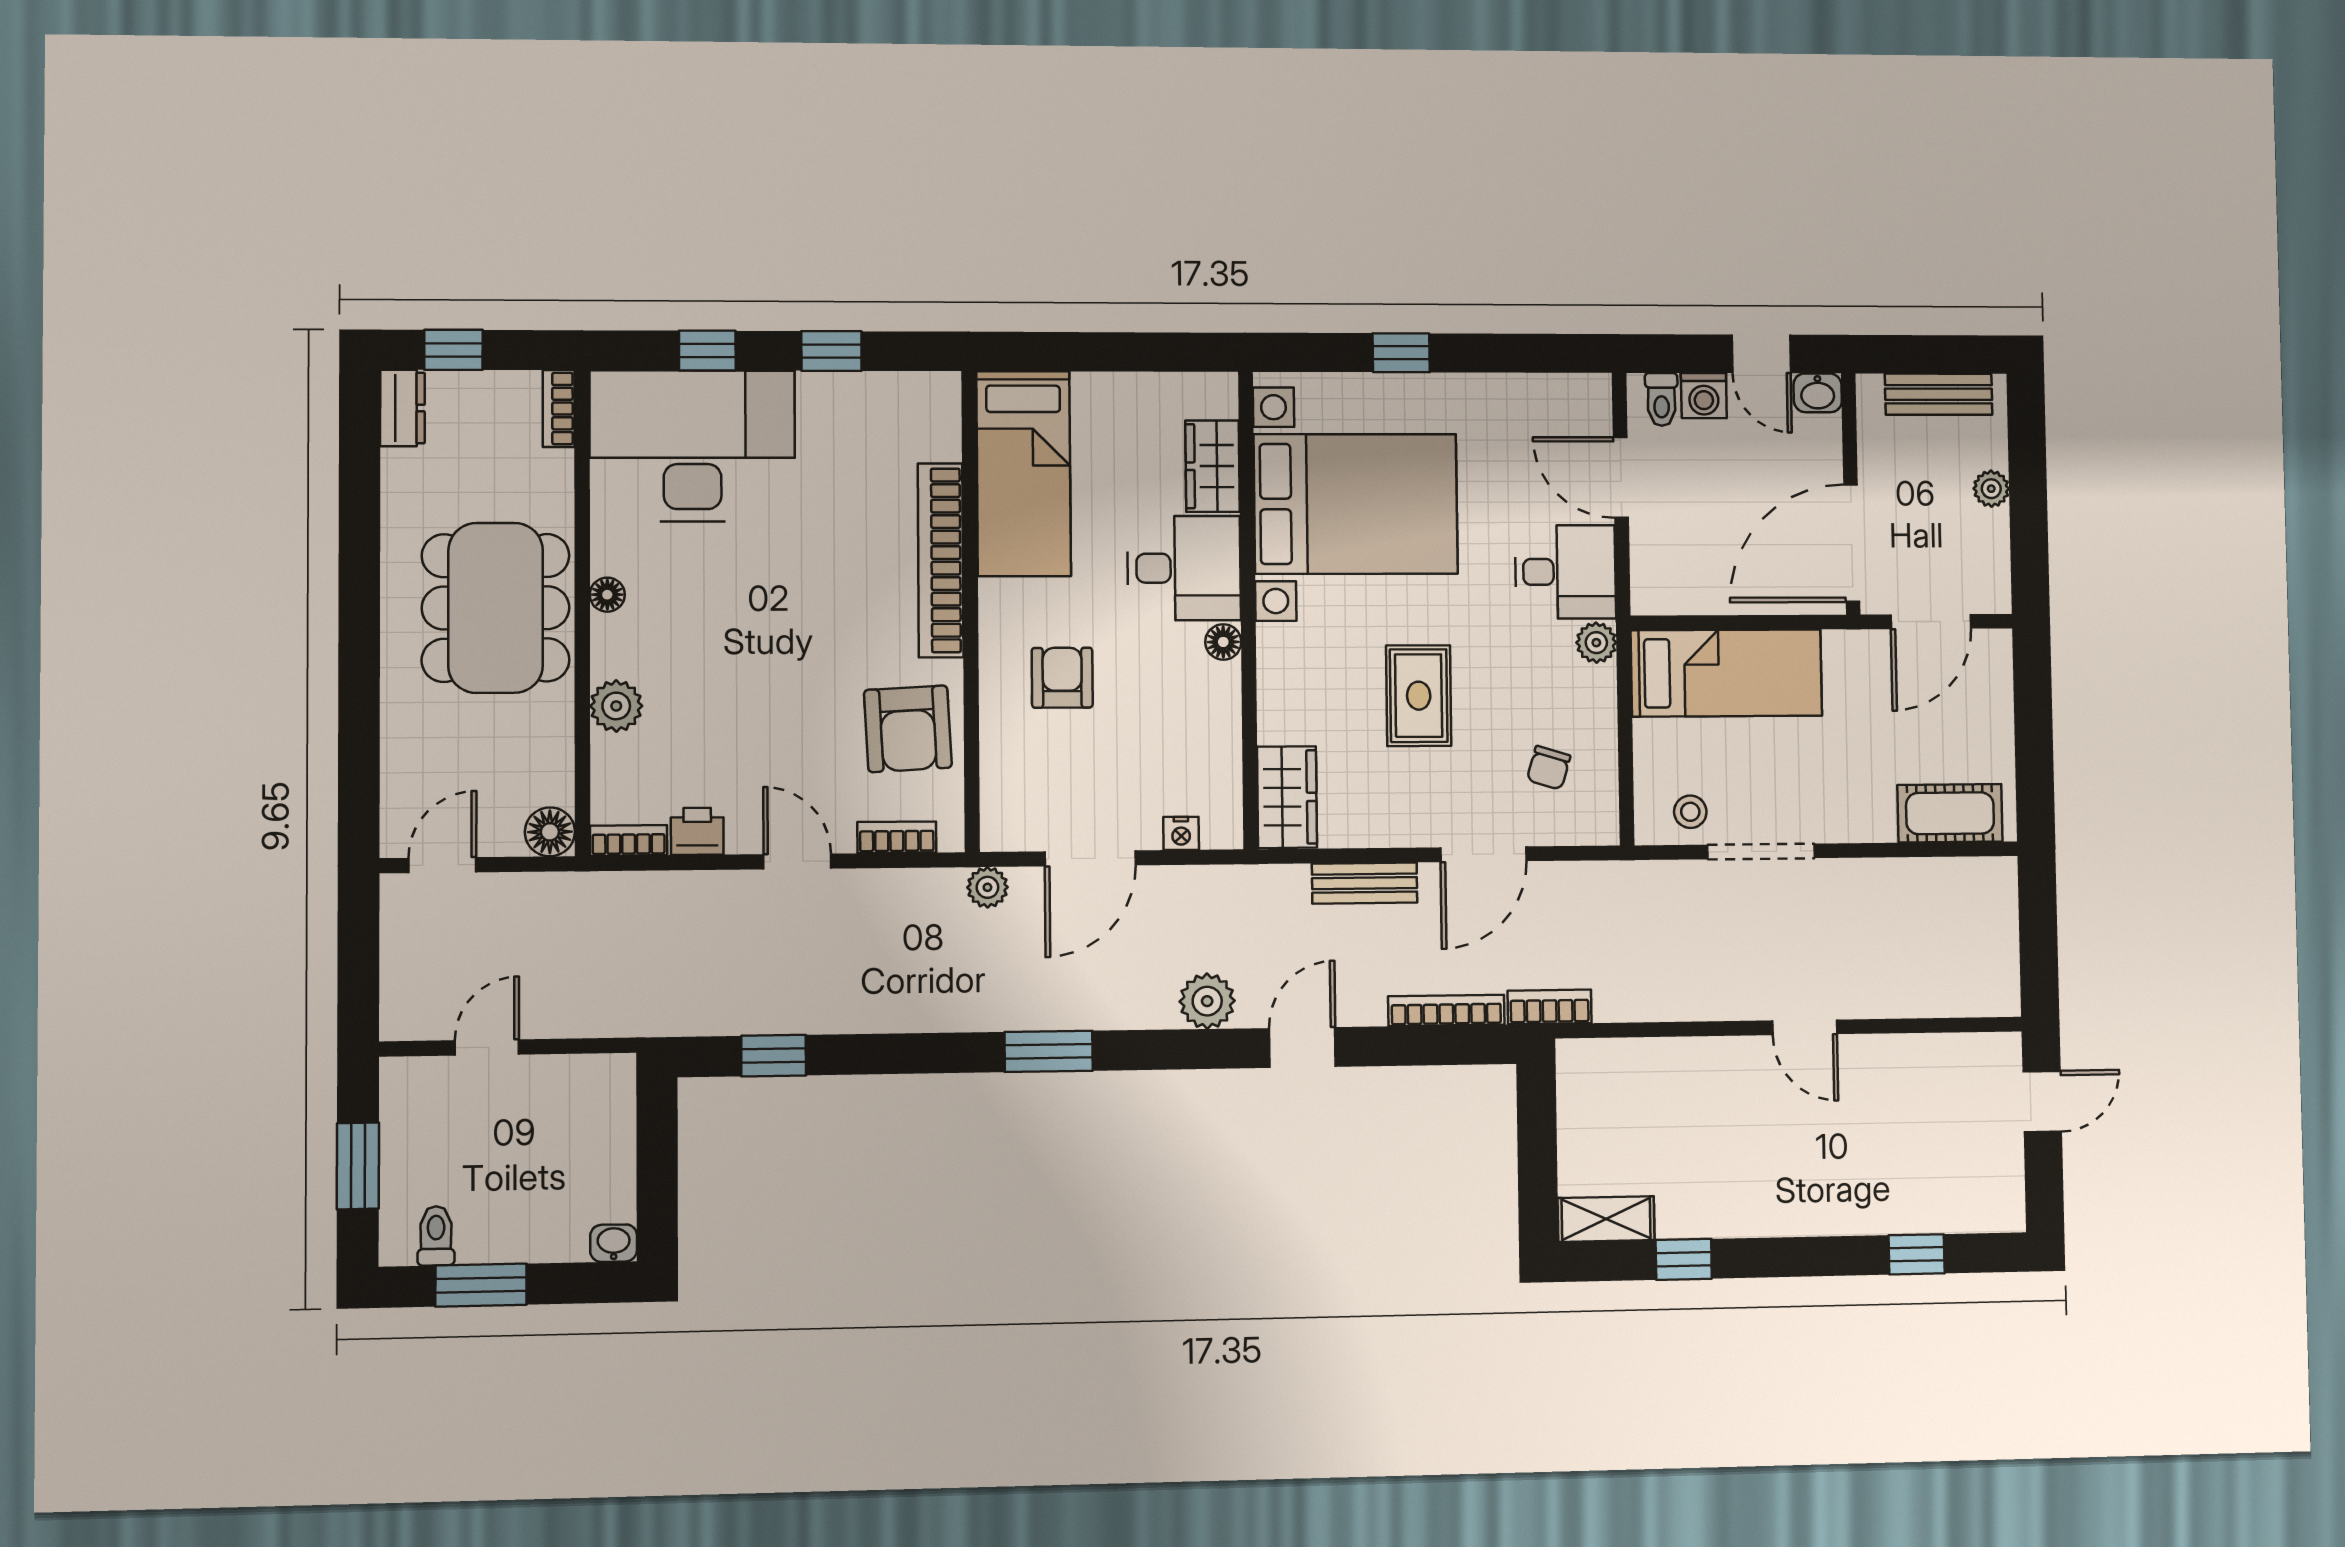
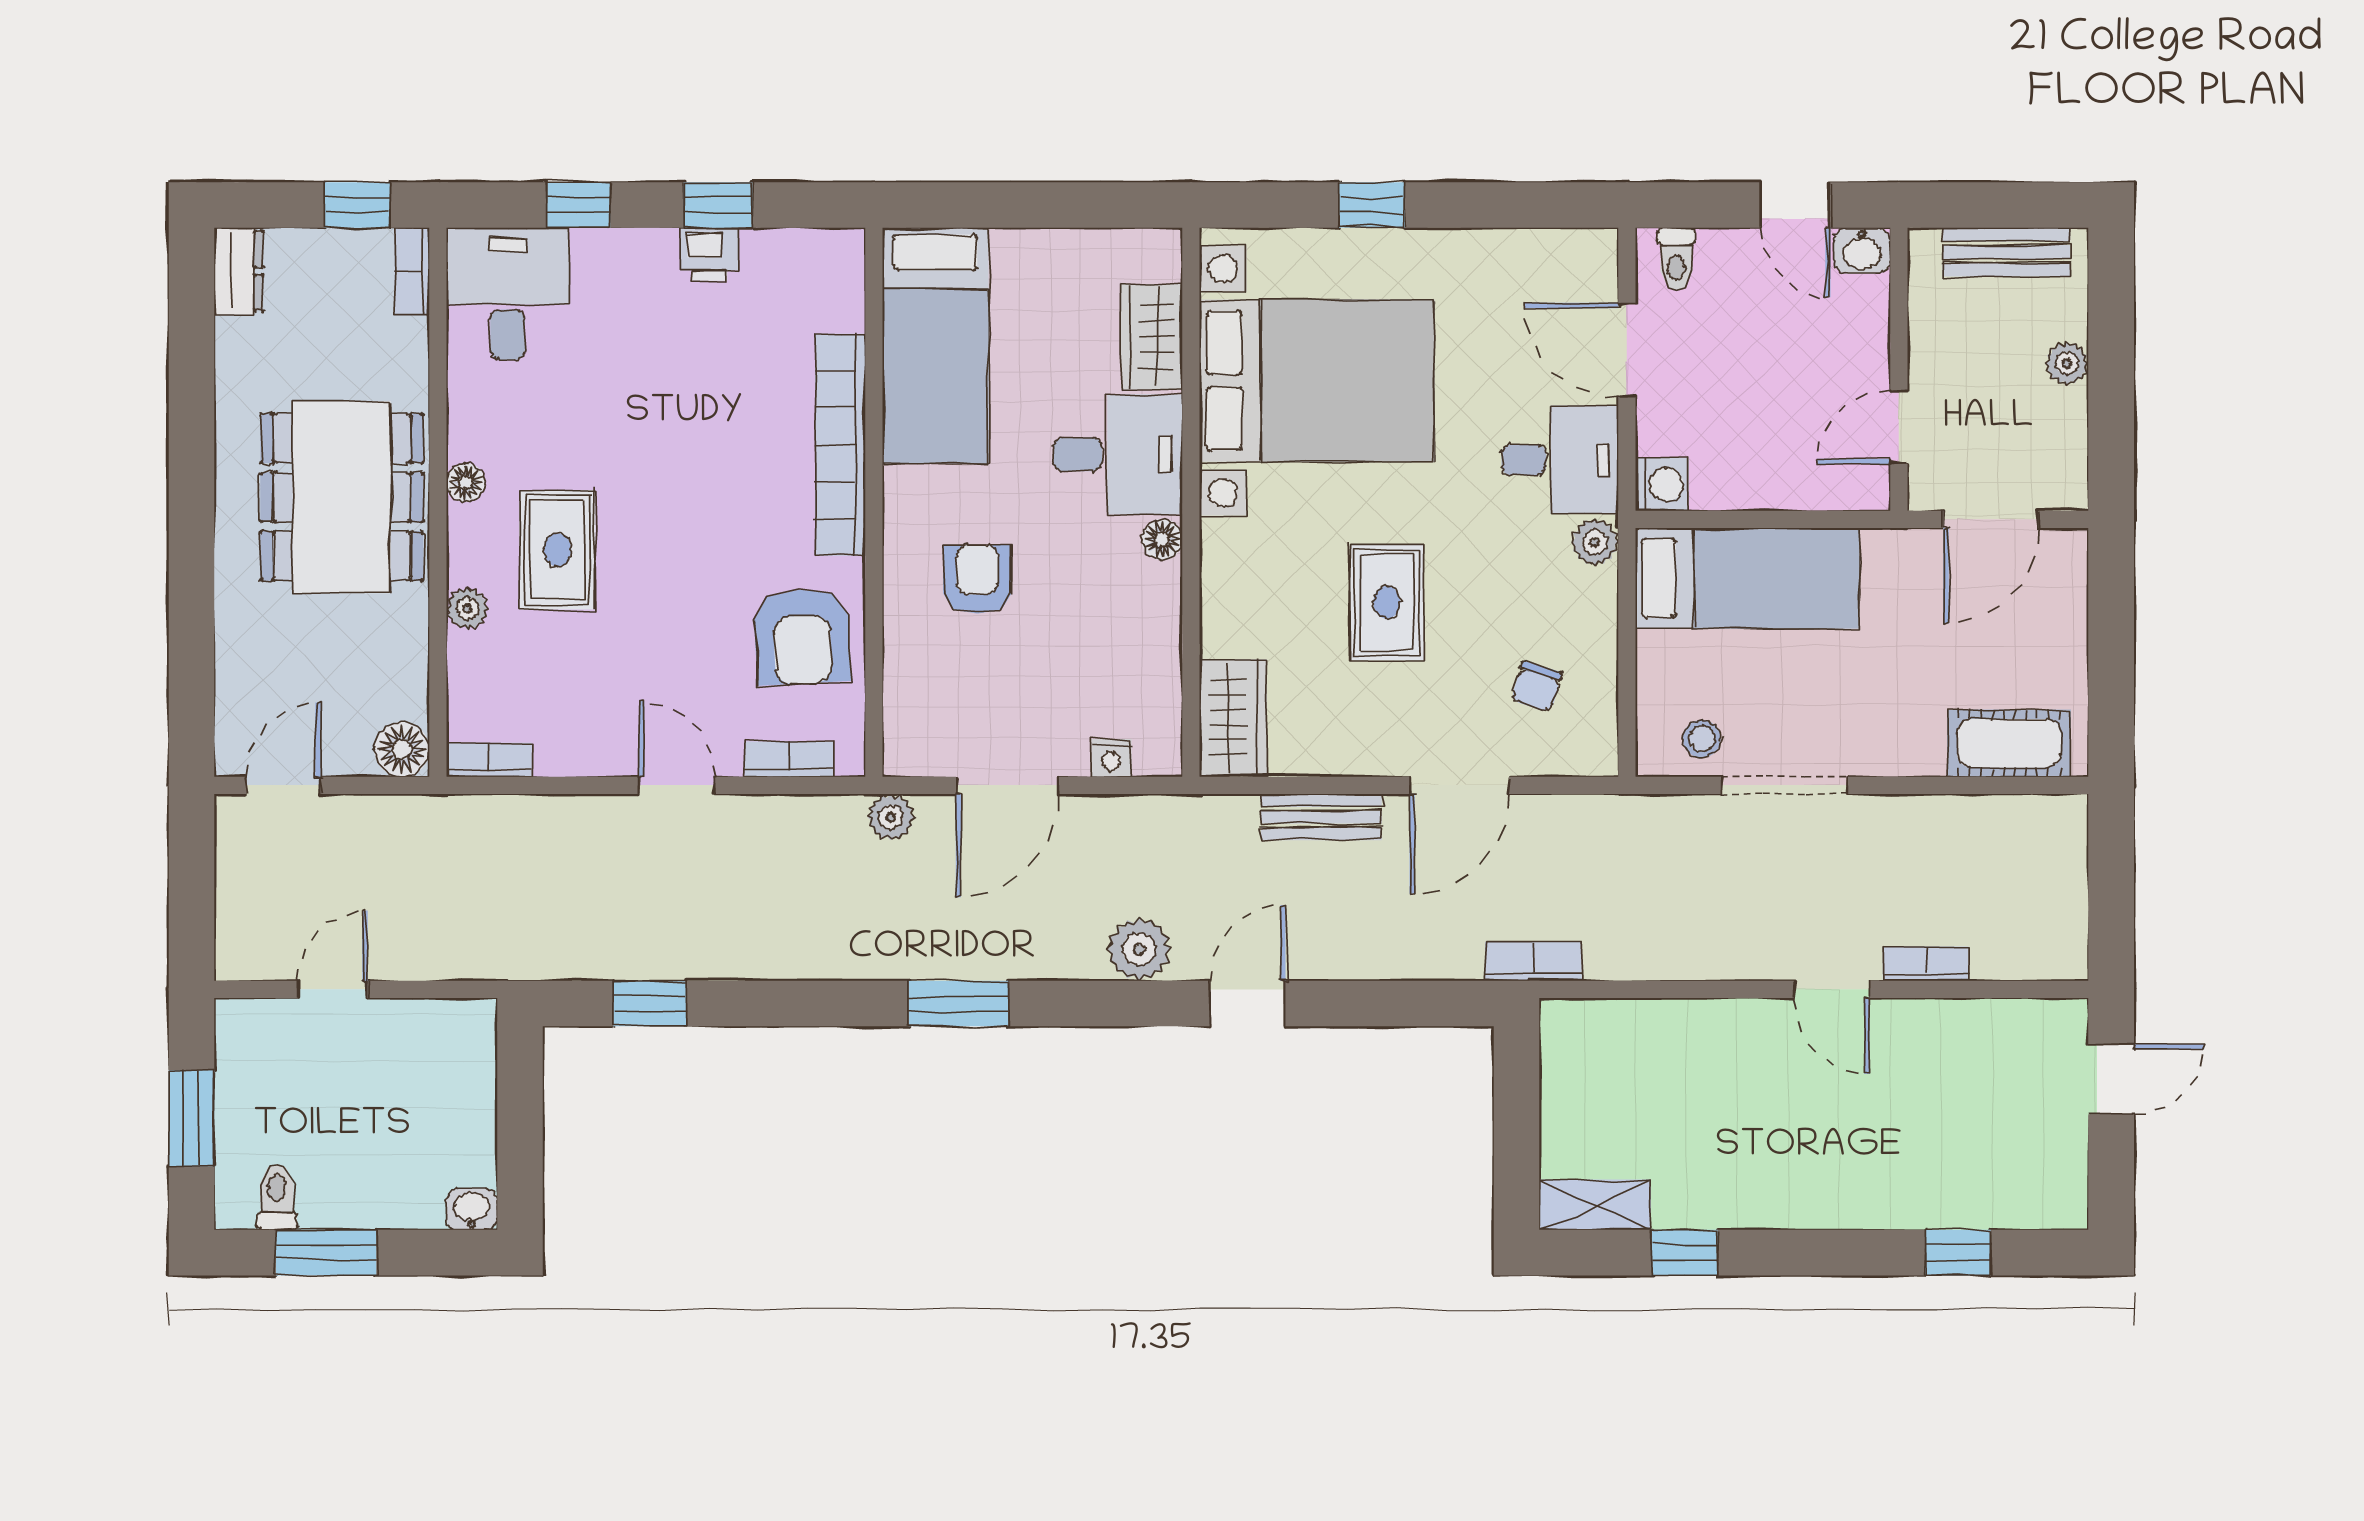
window: (453, 350) -> (357, 205), moved
washing machine: (1704, 396) -> (1662, 484), moved, turned -90
desk: (692, 446) -> (508, 294), width x0.53, depth x0.77
door: (1852, 543) -> (1899, 427), width x0.53
rug: (690, 654) -> (557, 550), added
plant: (616, 706) -> (468, 608), width x0.73, depth x0.73
printer: (697, 831) -> (710, 254), moved, turned 180
bookcase: (1446, 1010) -> (1926, 964), moved, width x0.64

